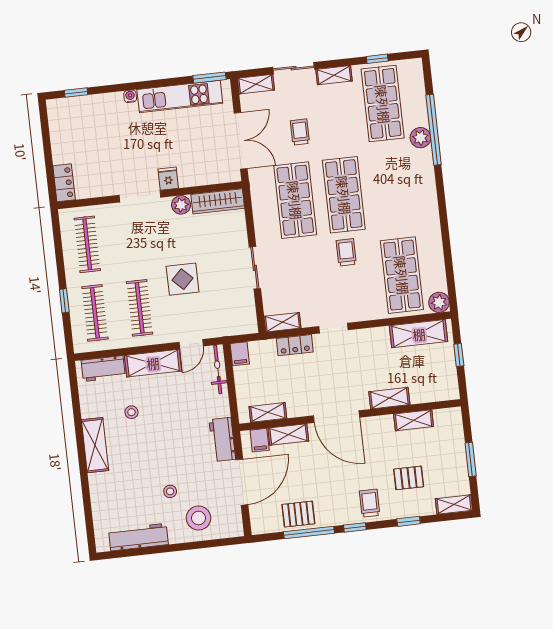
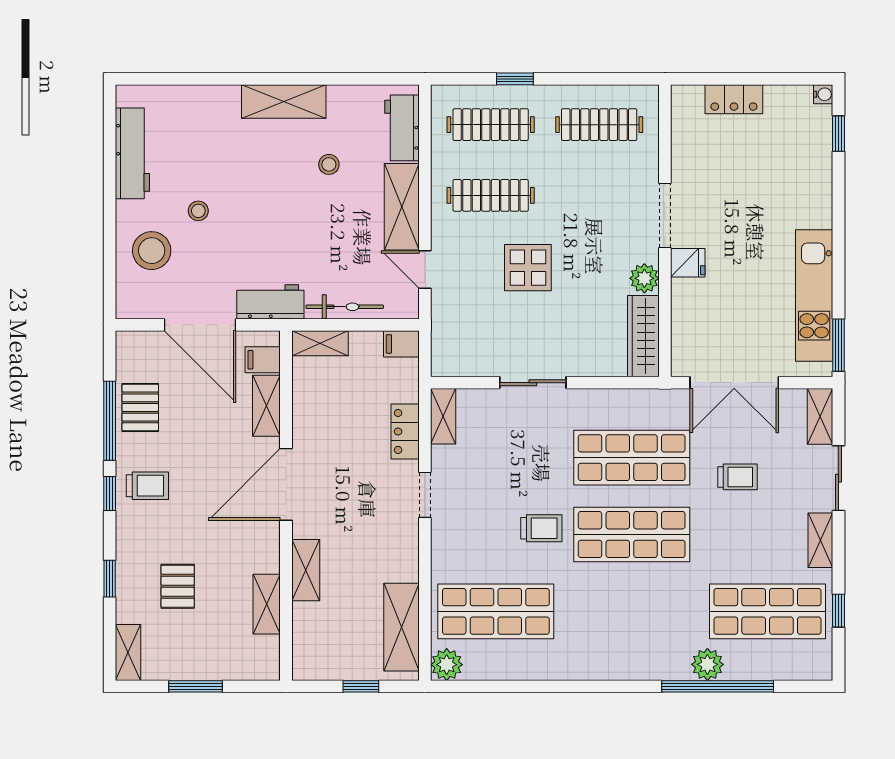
water cooler: (130, 96) -> (823, 94), moved
locker: (64, 183) -> (734, 99), moved
bicycle: (218, 370) -> (345, 307), moved
shelving: (268, 412) -> (320, 343), moved, turned 90
trolley: (370, 503) -> (147, 486), moved

